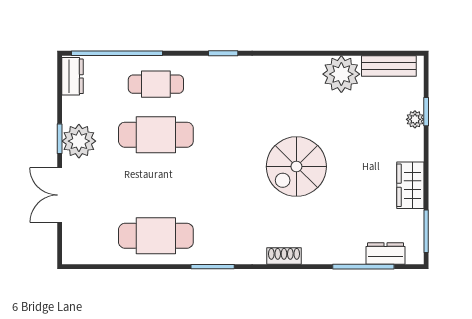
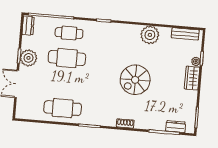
plant: (341, 74) -> (150, 35), moved
wardrobe: (410, 185) -> (192, 78), moved

